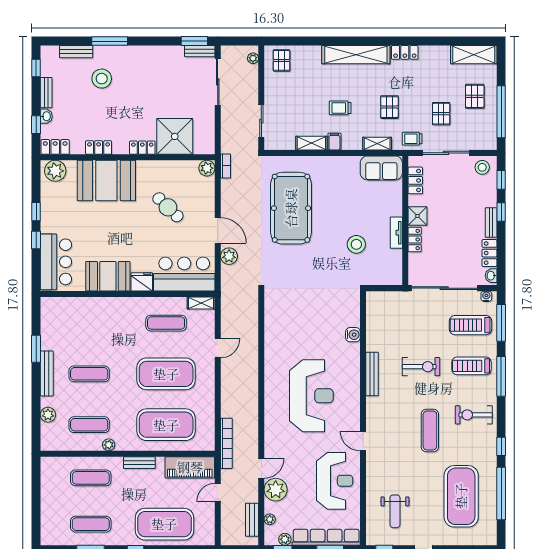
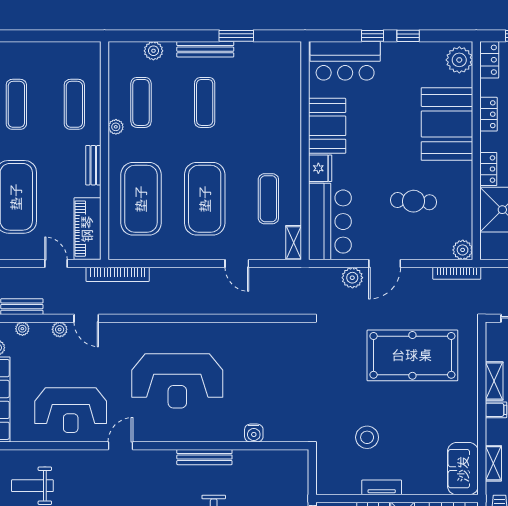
bookcase: (225, 166) -> (457, 273), width x1.56
cafe table: (168, 207) -> (414, 201), turned 50
plant: (276, 490) -> (60, 329), width x0.53, depth x0.53

